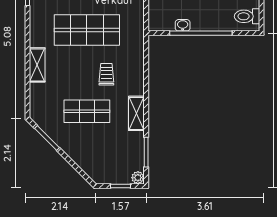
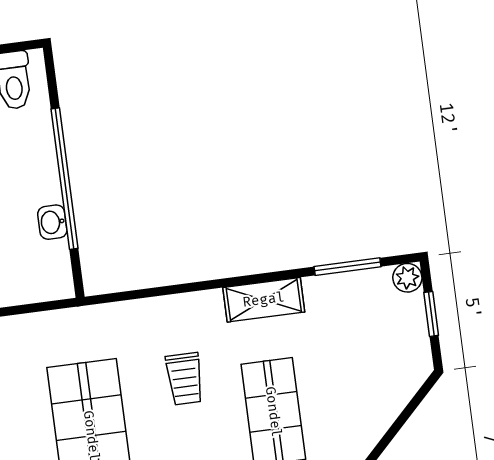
trolley: (106, 74) -> (185, 379), turned -90

